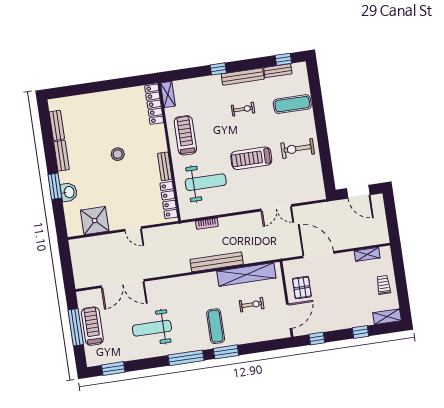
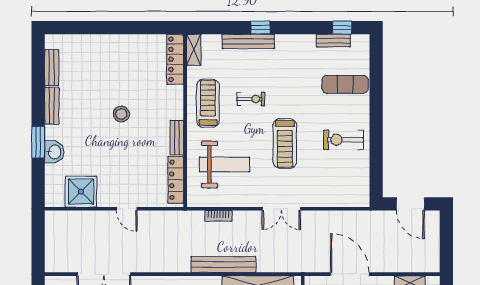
bench: (243, 77) -> (248, 41), moved
exercise bike: (243, 109) -> (251, 99), moved
treadmill: (251, 158) -> (285, 143), turned -90
double door: (276, 208) -> (281, 209), moved

